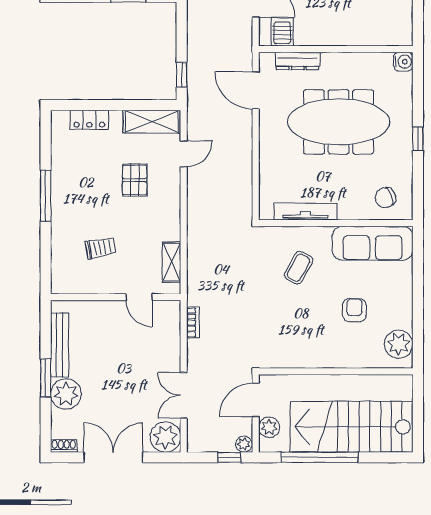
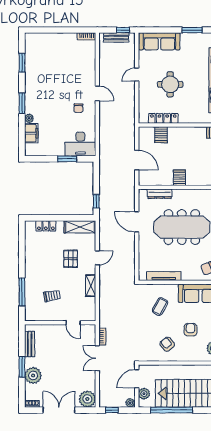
server rack: (282, 32) -> (179, 178), moved
door: (256, 90) -> (137, 222), moved
door: (184, 154) -> (97, 258), moved
window: (46, 196) -> (22, 292), moved
shelving: (172, 262) -> (91, 286), moved
armchair: (312, 337) -> (167, 344), added
bench: (60, 345) -> (30, 344), width x0.73
double door: (184, 395) -> (97, 358), moved
window: (229, 457) -> (112, 410), moved

